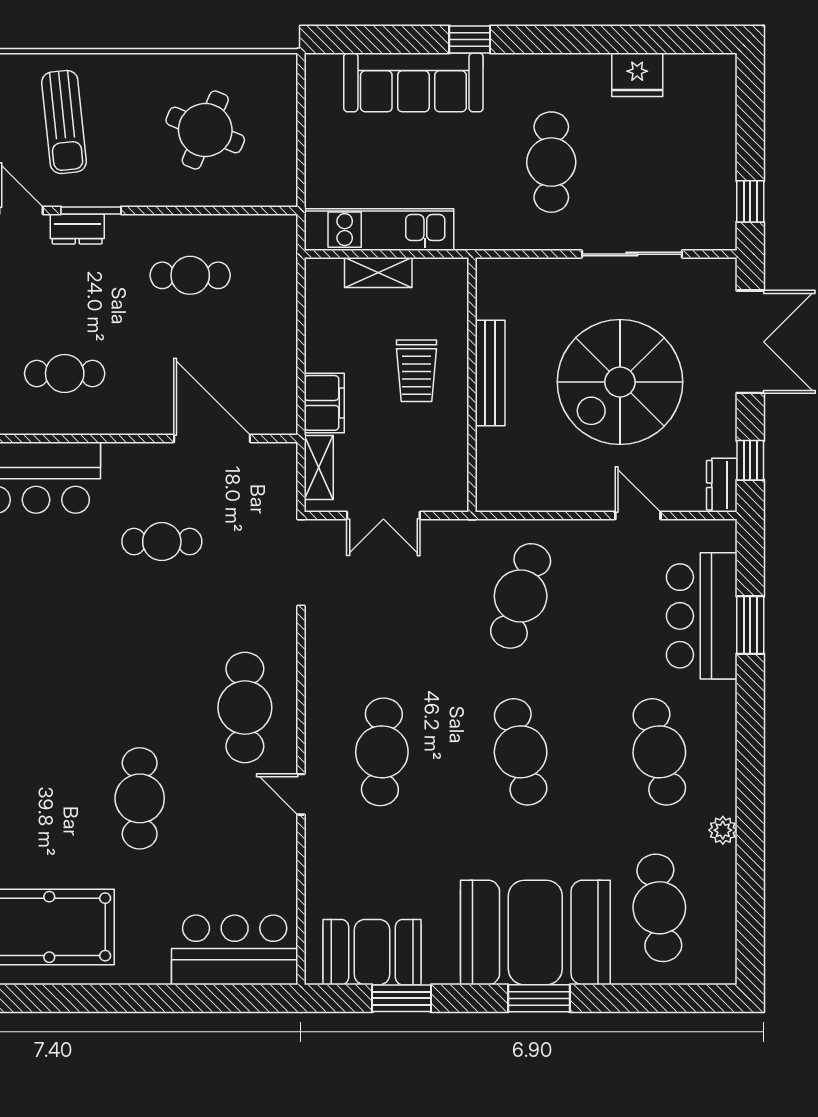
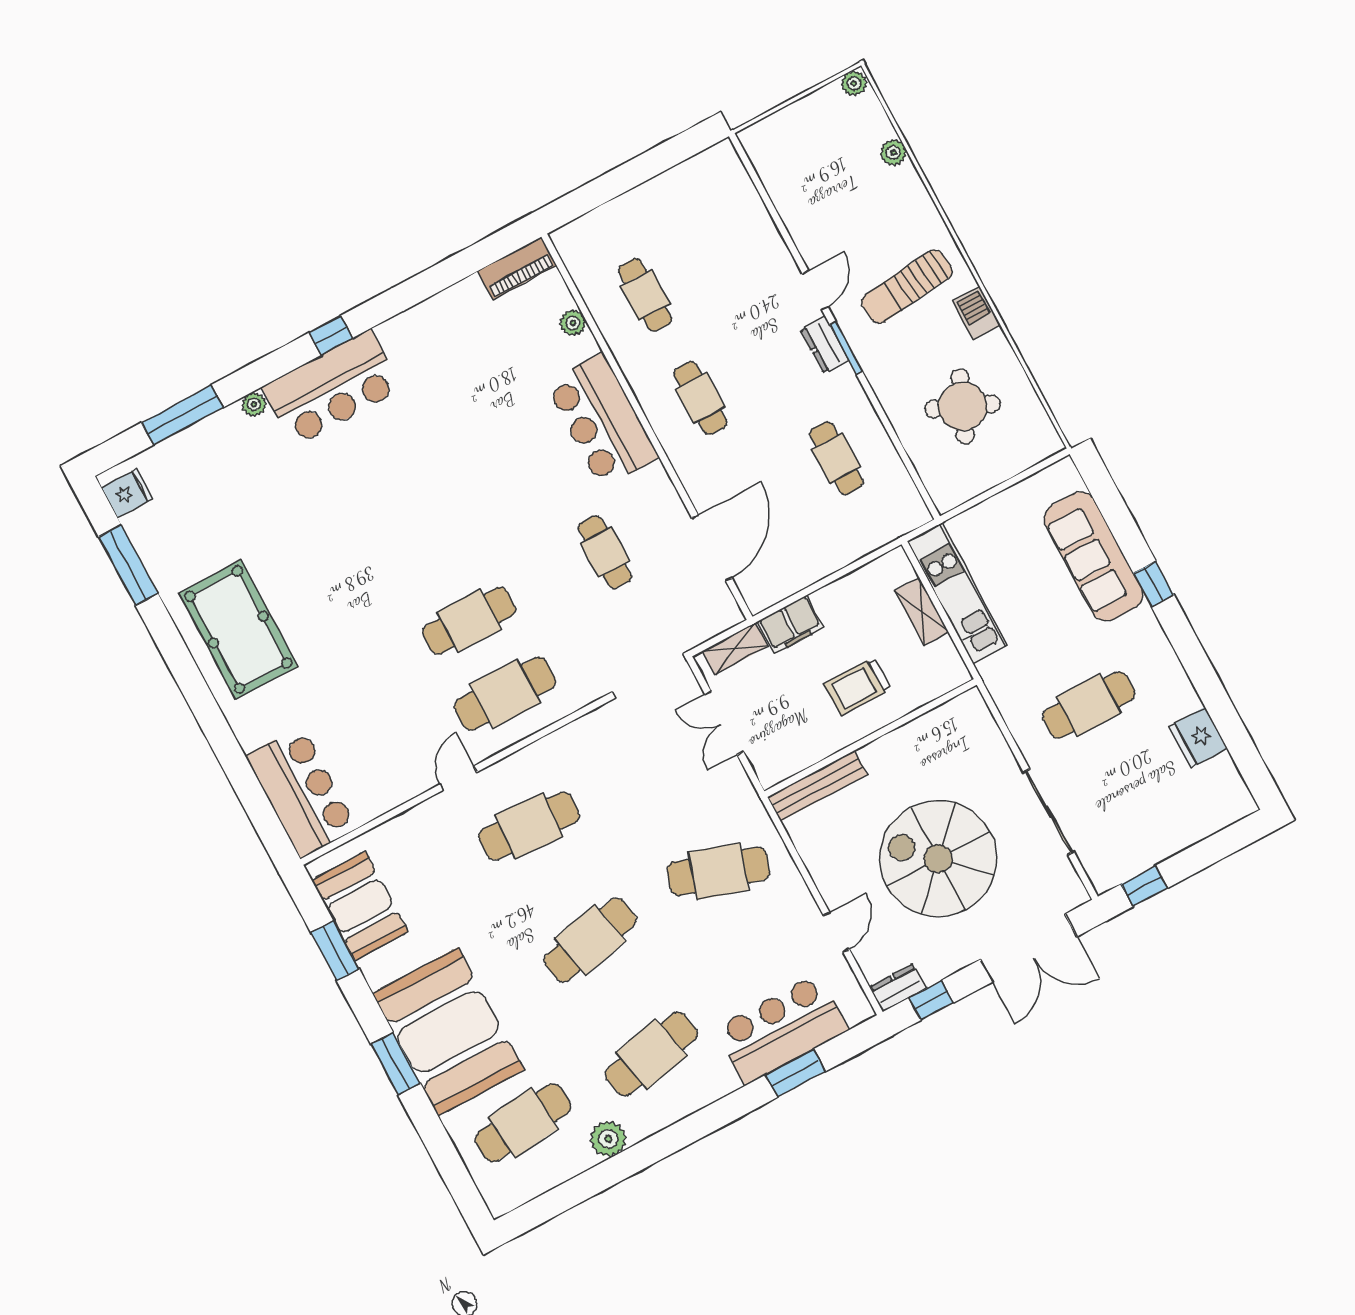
barbecue: (124, 69) -> (977, 313), added
bench: (490, 373) -> (817, 786), moved
cafe table: (140, 798) -> (469, 621), moved
plant: (723, 830) -> (608, 1139), width x1.38, depth x1.38

